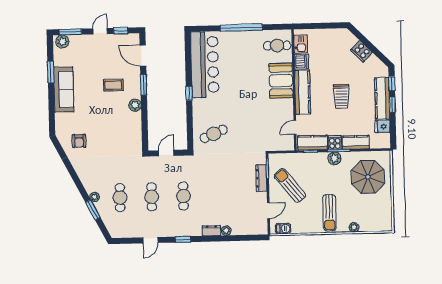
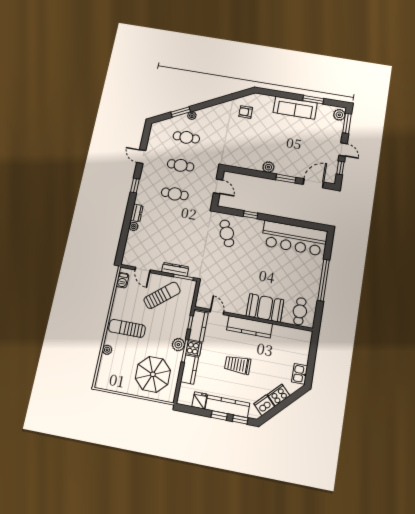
kitchen sink: (301, 44) -> (300, 374), moved, turned 90
dishwasher: (302, 62) -> (264, 405), moved, turned 135
coffee table: (113, 85) -> (291, 152), removed
window: (189, 93) -> (251, 215), moved

